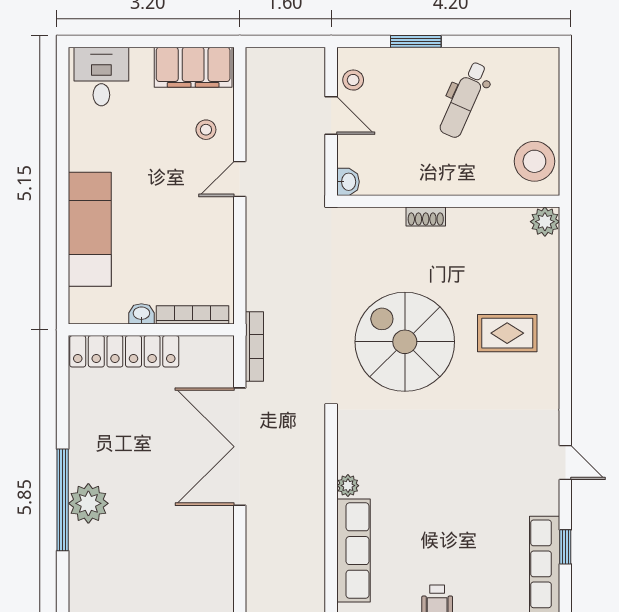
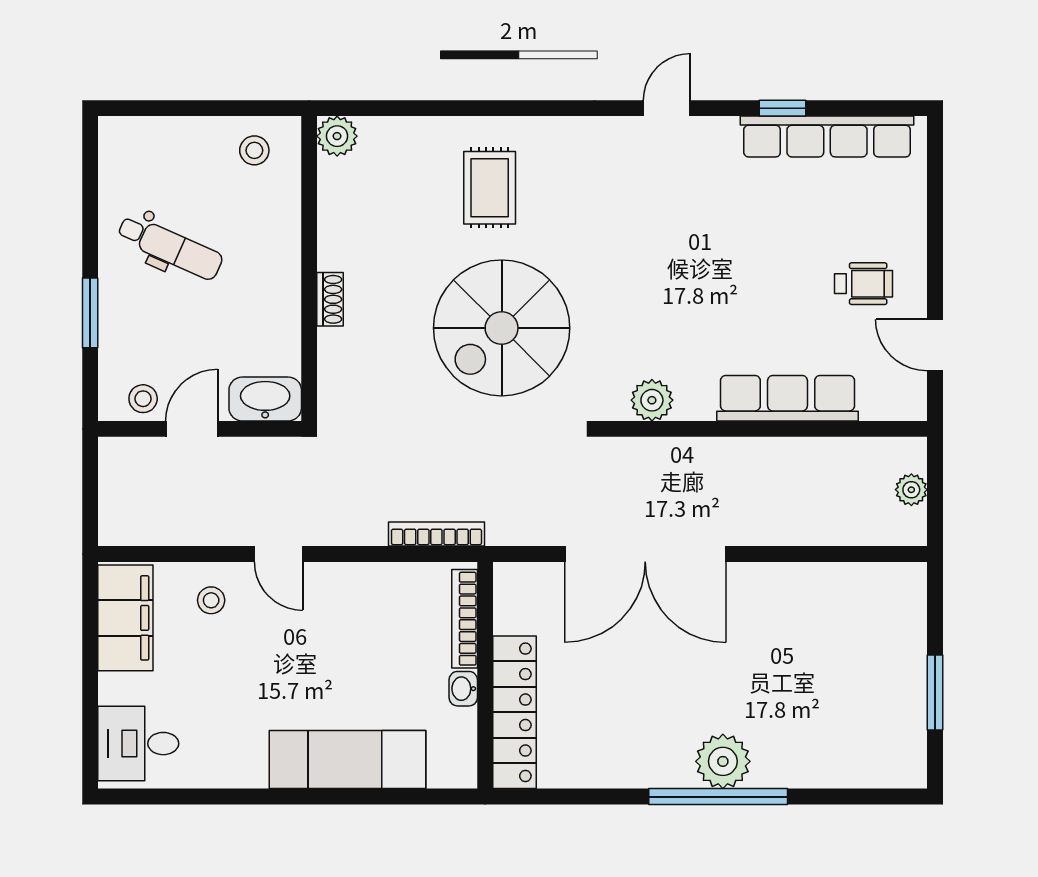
stool: (534, 161) -> (254, 150), width x0.53, depth x0.53
washbasin: (348, 182) -> (265, 399), width x1.91, depth x1.45
bookcase: (254, 347) -> (436, 534), moved
plant: (348, 486) -> (652, 400), moved, width x1.38, depth x1.38

